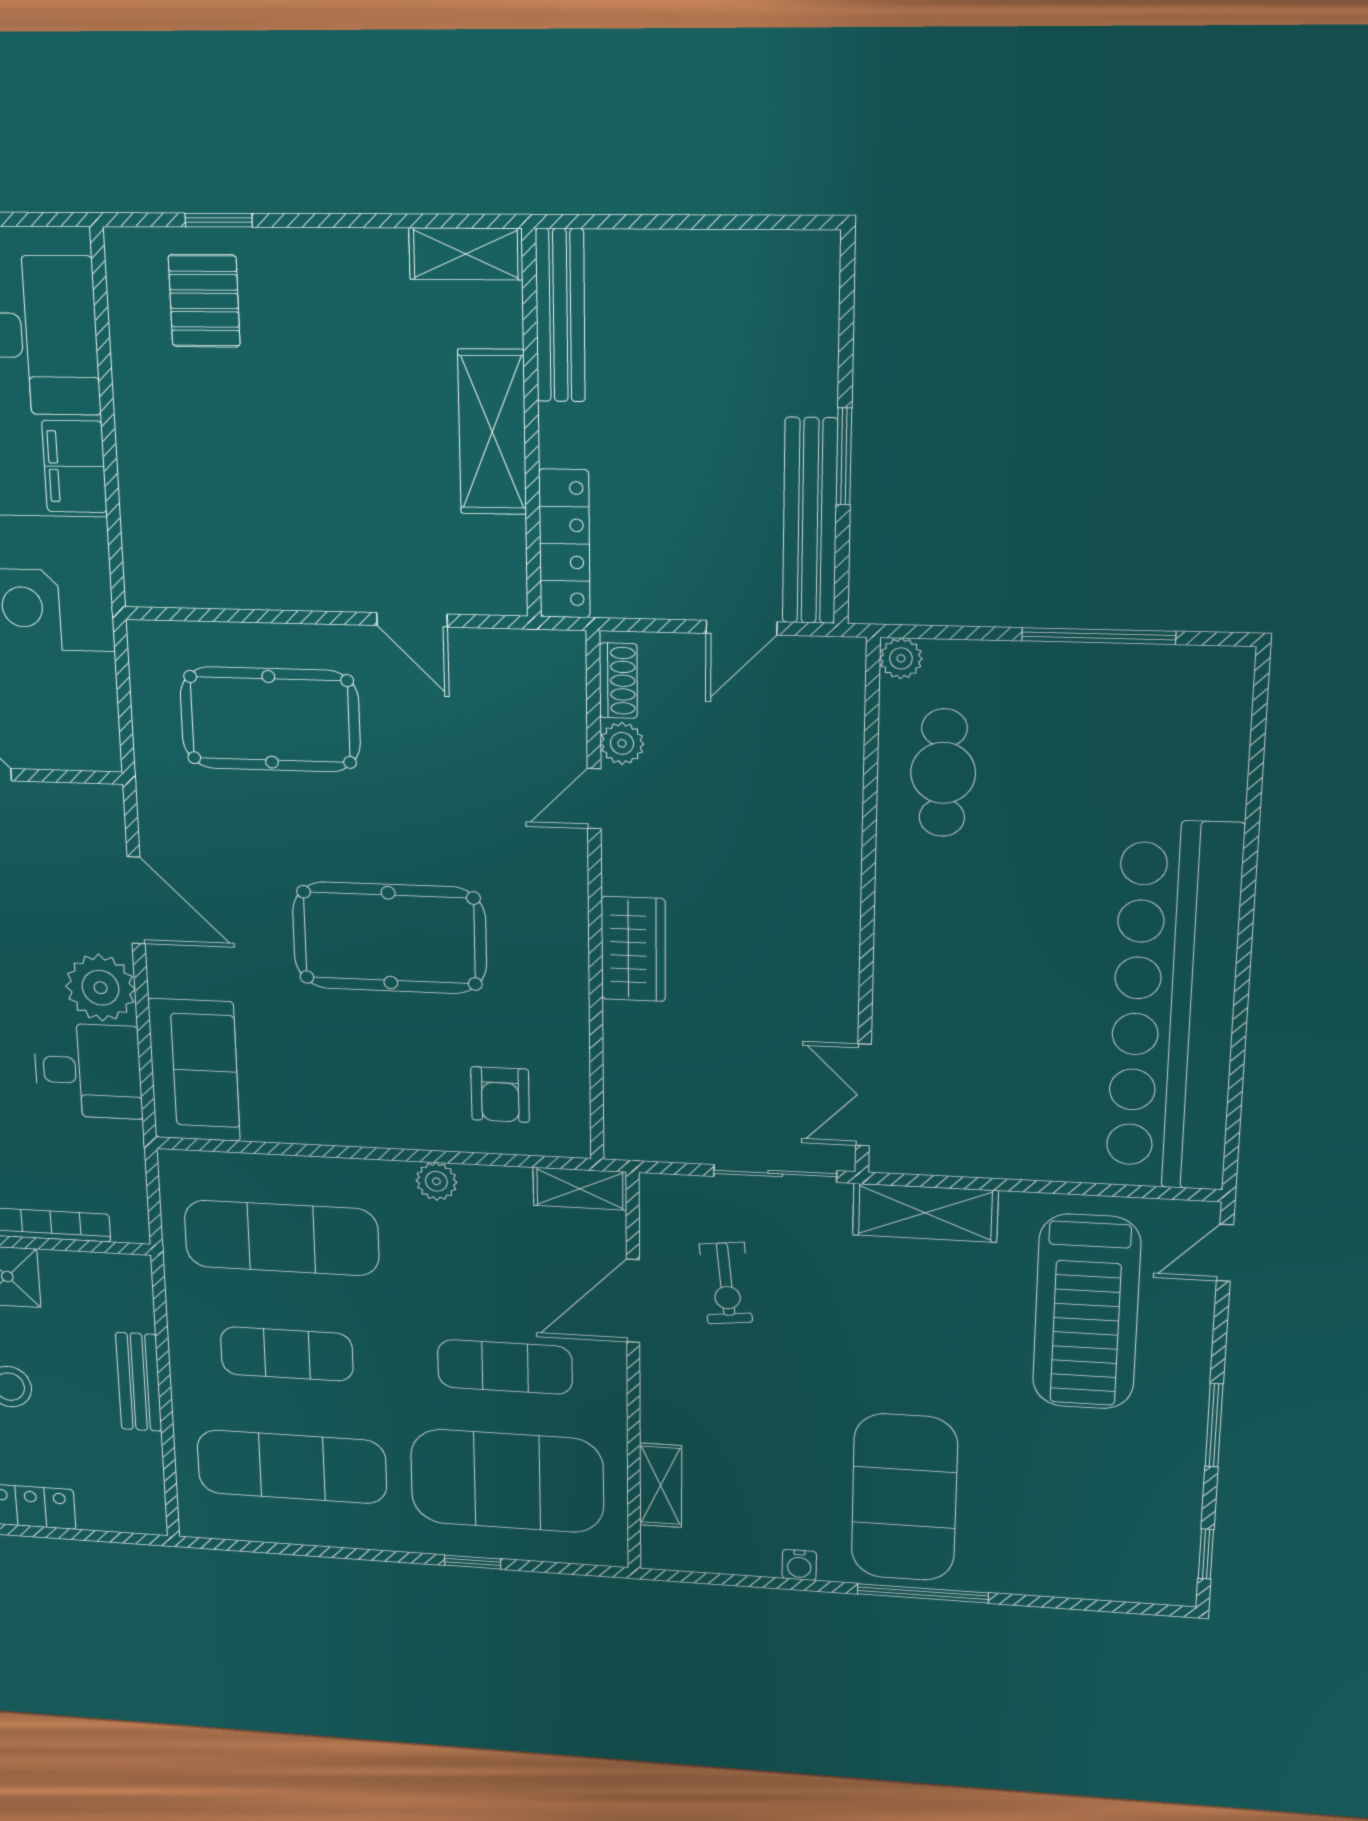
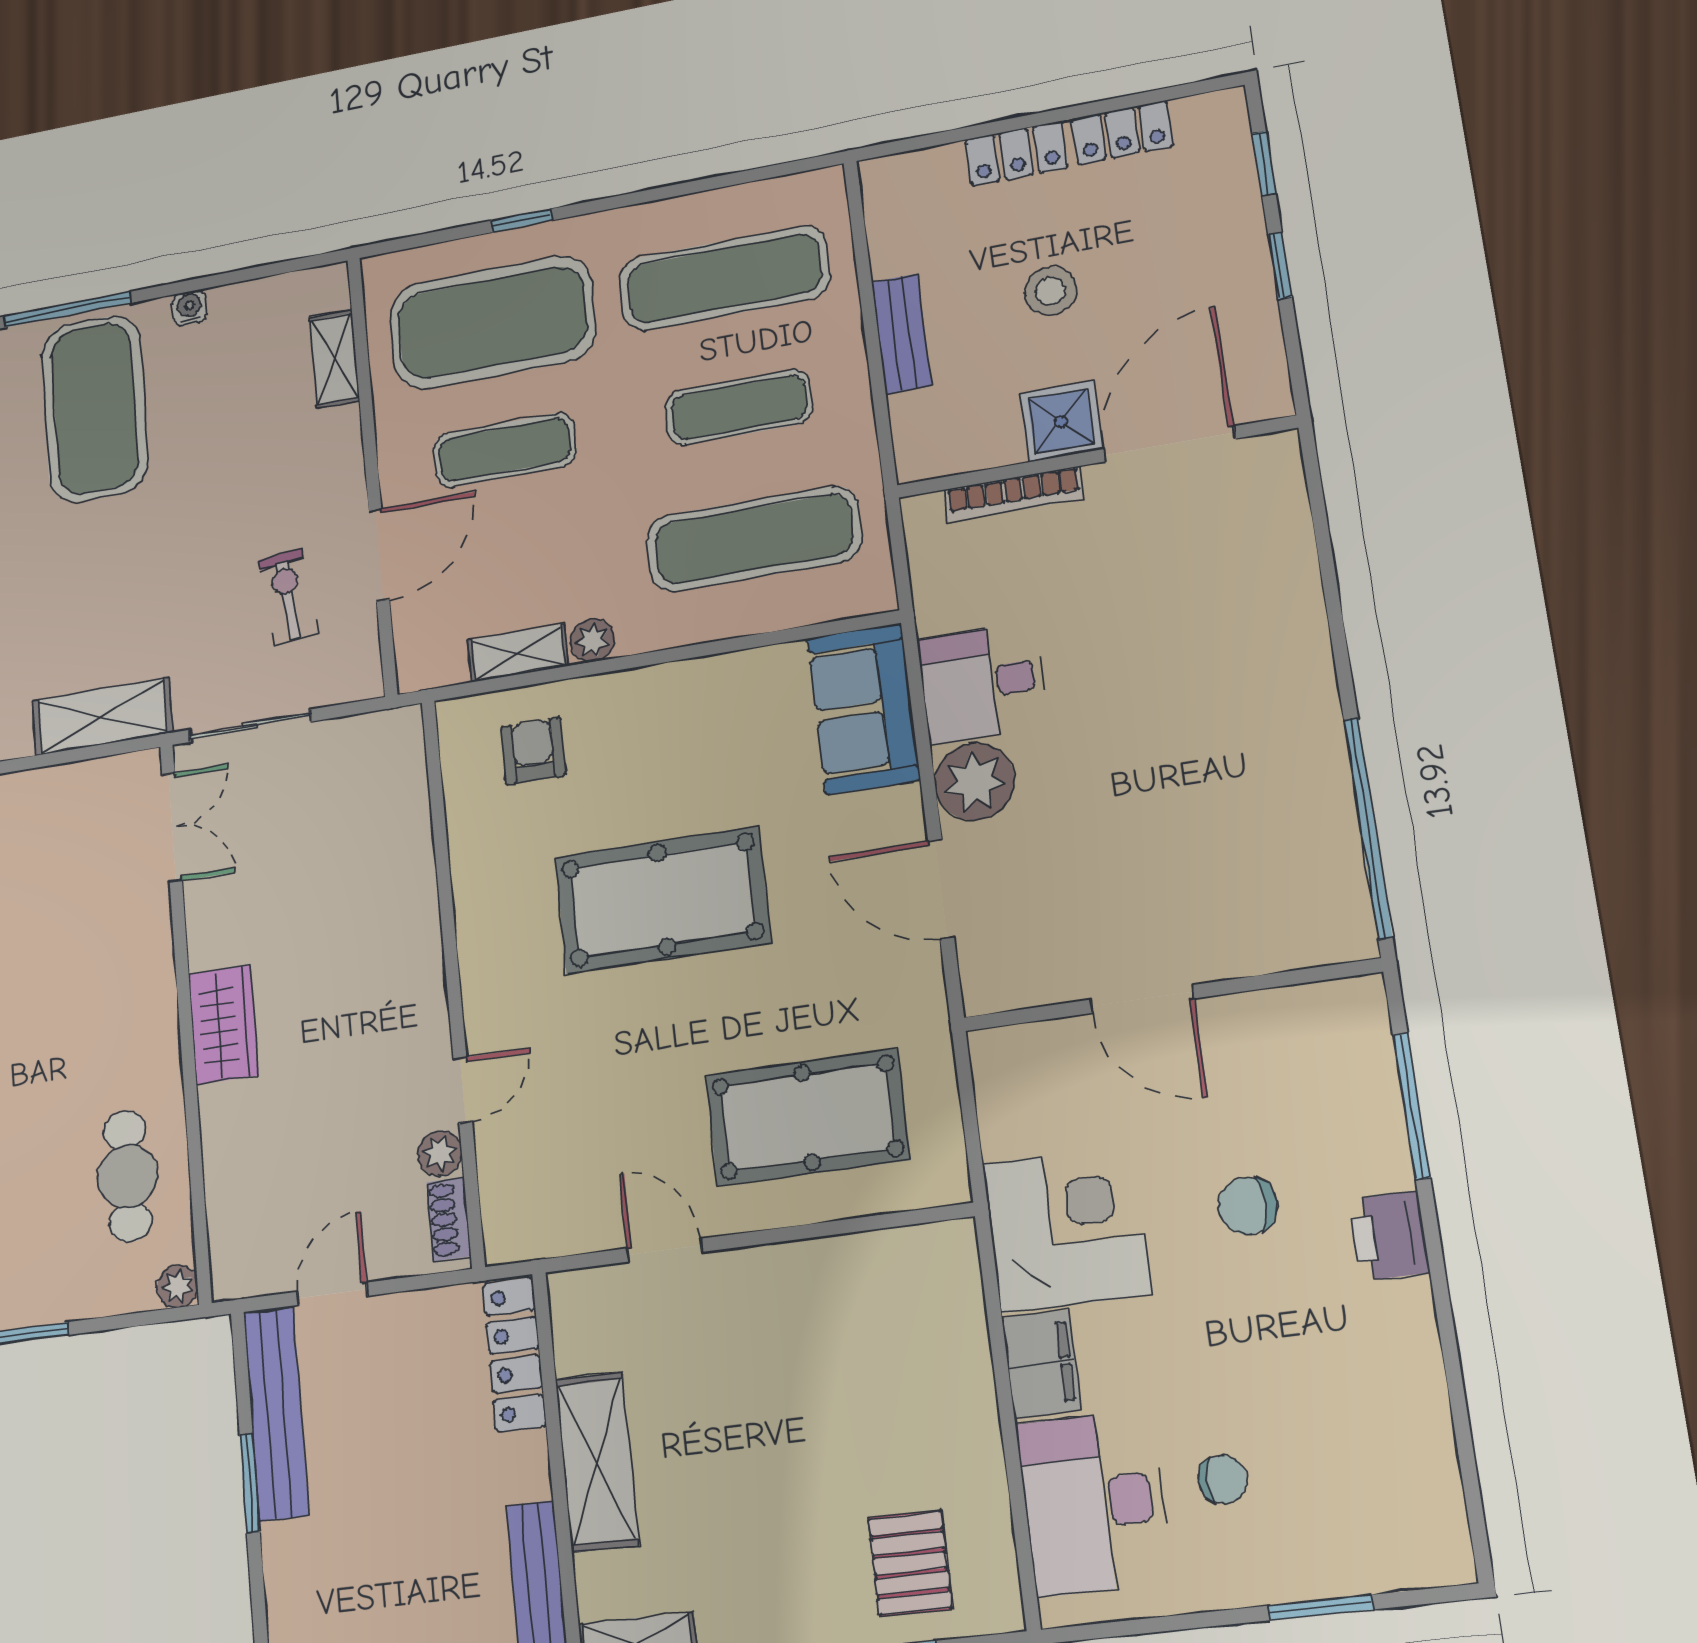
wardrobe: (633, 949) -> (224, 1025), moved, turned 180
shelving: (580, 1189) -> (518, 653), moved

